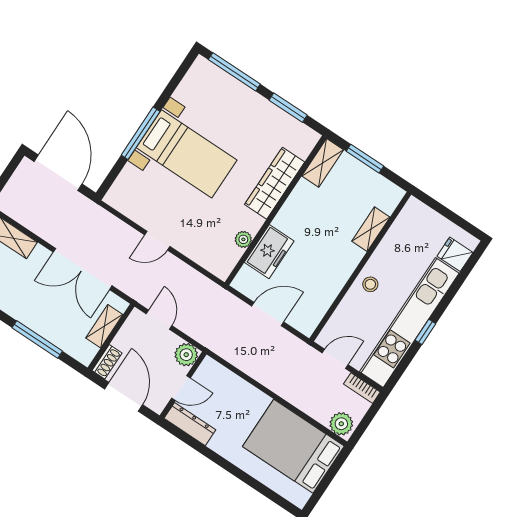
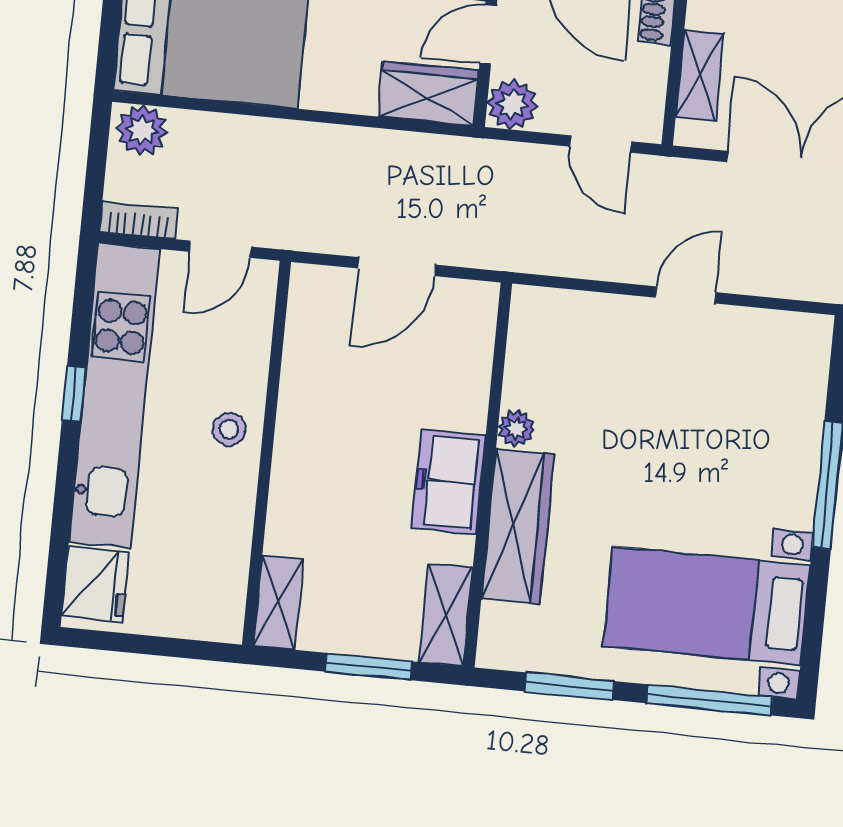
bed with nightstands: (187, 154) -> (707, 606), moved
shelving: (371, 229) -> (278, 602), moved
plant: (243, 239) -> (516, 428), moved
freezer: (269, 252) -> (449, 482), moved
fridge: (455, 254) -> (95, 584), width x1.38
wardrobe: (218, 377) -> (428, 94), added

